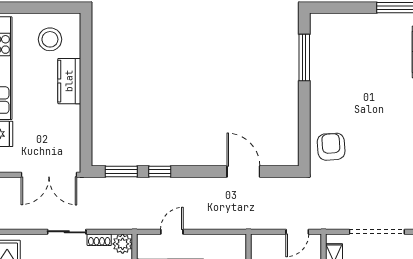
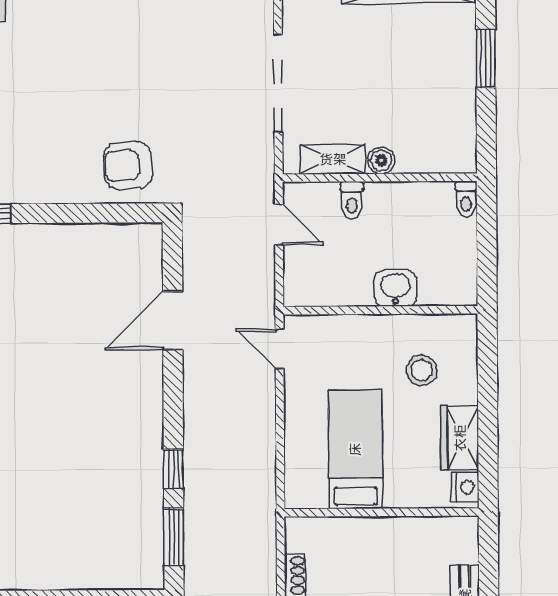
door: (172, 232) -> (280, 349), moved
plant: (123, 244) -> (302, 534), removed

